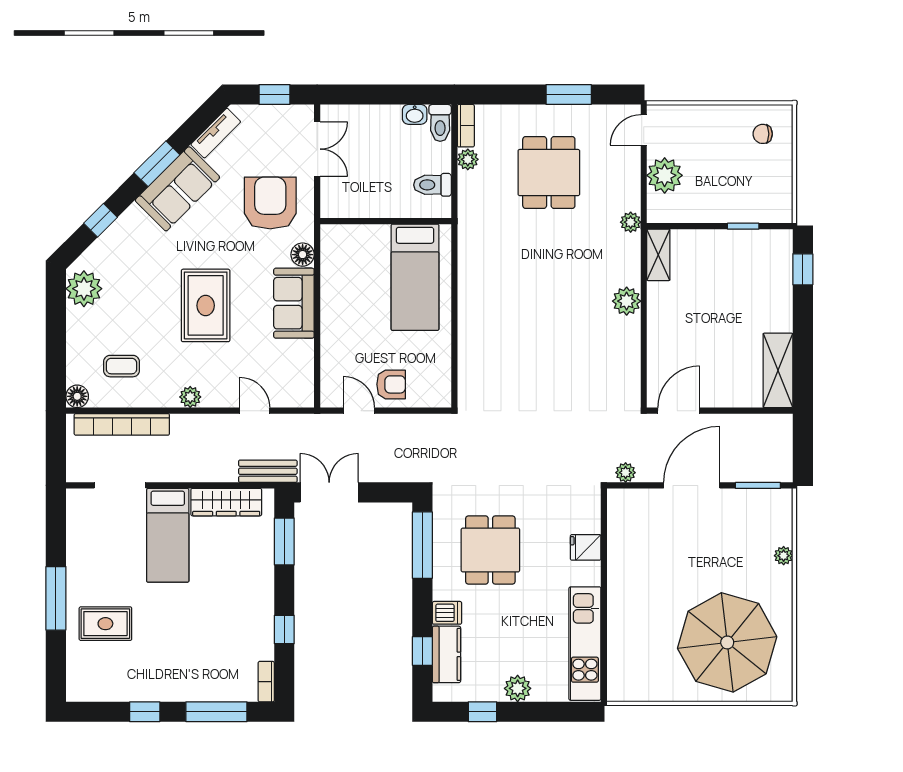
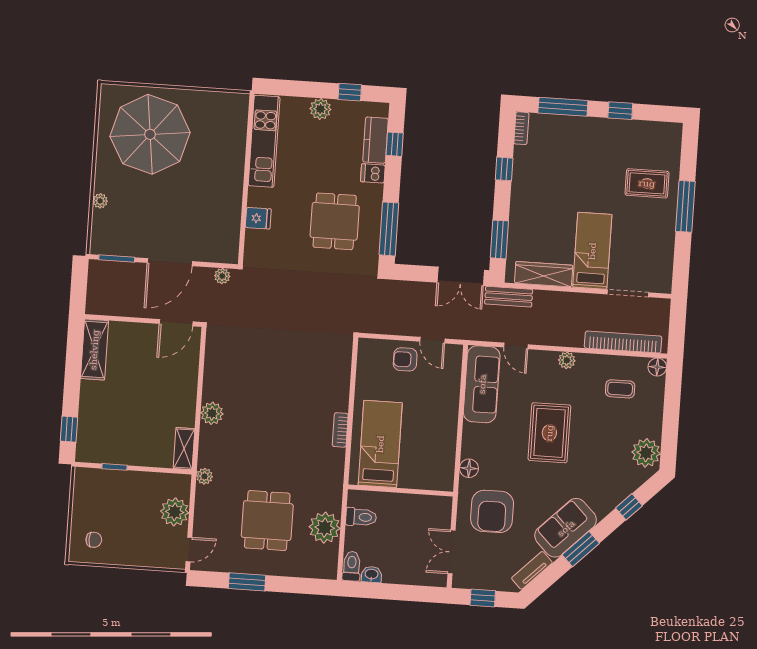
bookcase: (466, 126) -> (340, 430), moved
plant: (468, 159) -> (325, 528), width x1.88, depth x1.88
sofa: (294, 303) -> (482, 384), moved, width x1.36

